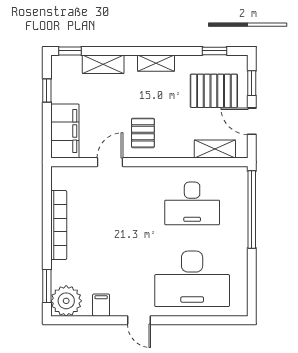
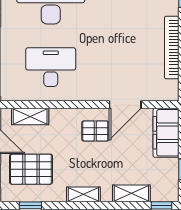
pallet: (143, 133) -> (95, 131), turned 90
door: (110, 162) -> (125, 105), width x1.38

